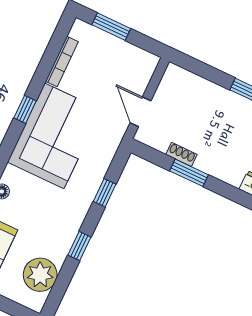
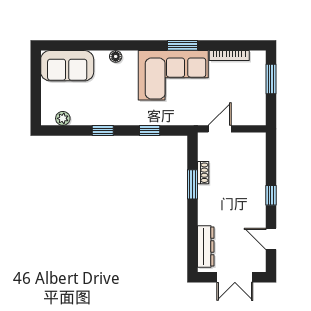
window: (25, 109) -> (182, 45), width x1.50
plant: (40, 275) -> (63, 118), width x0.53, depth x0.53

